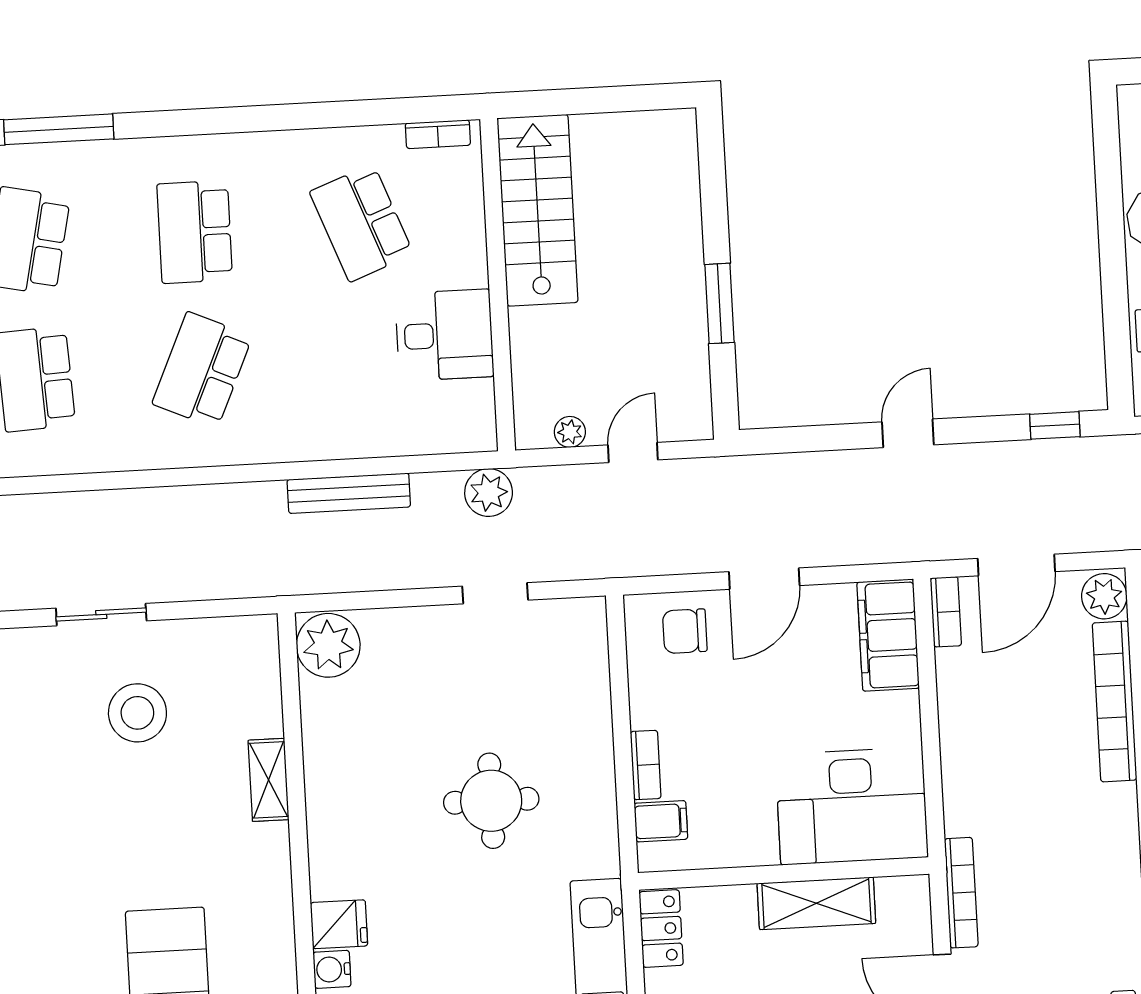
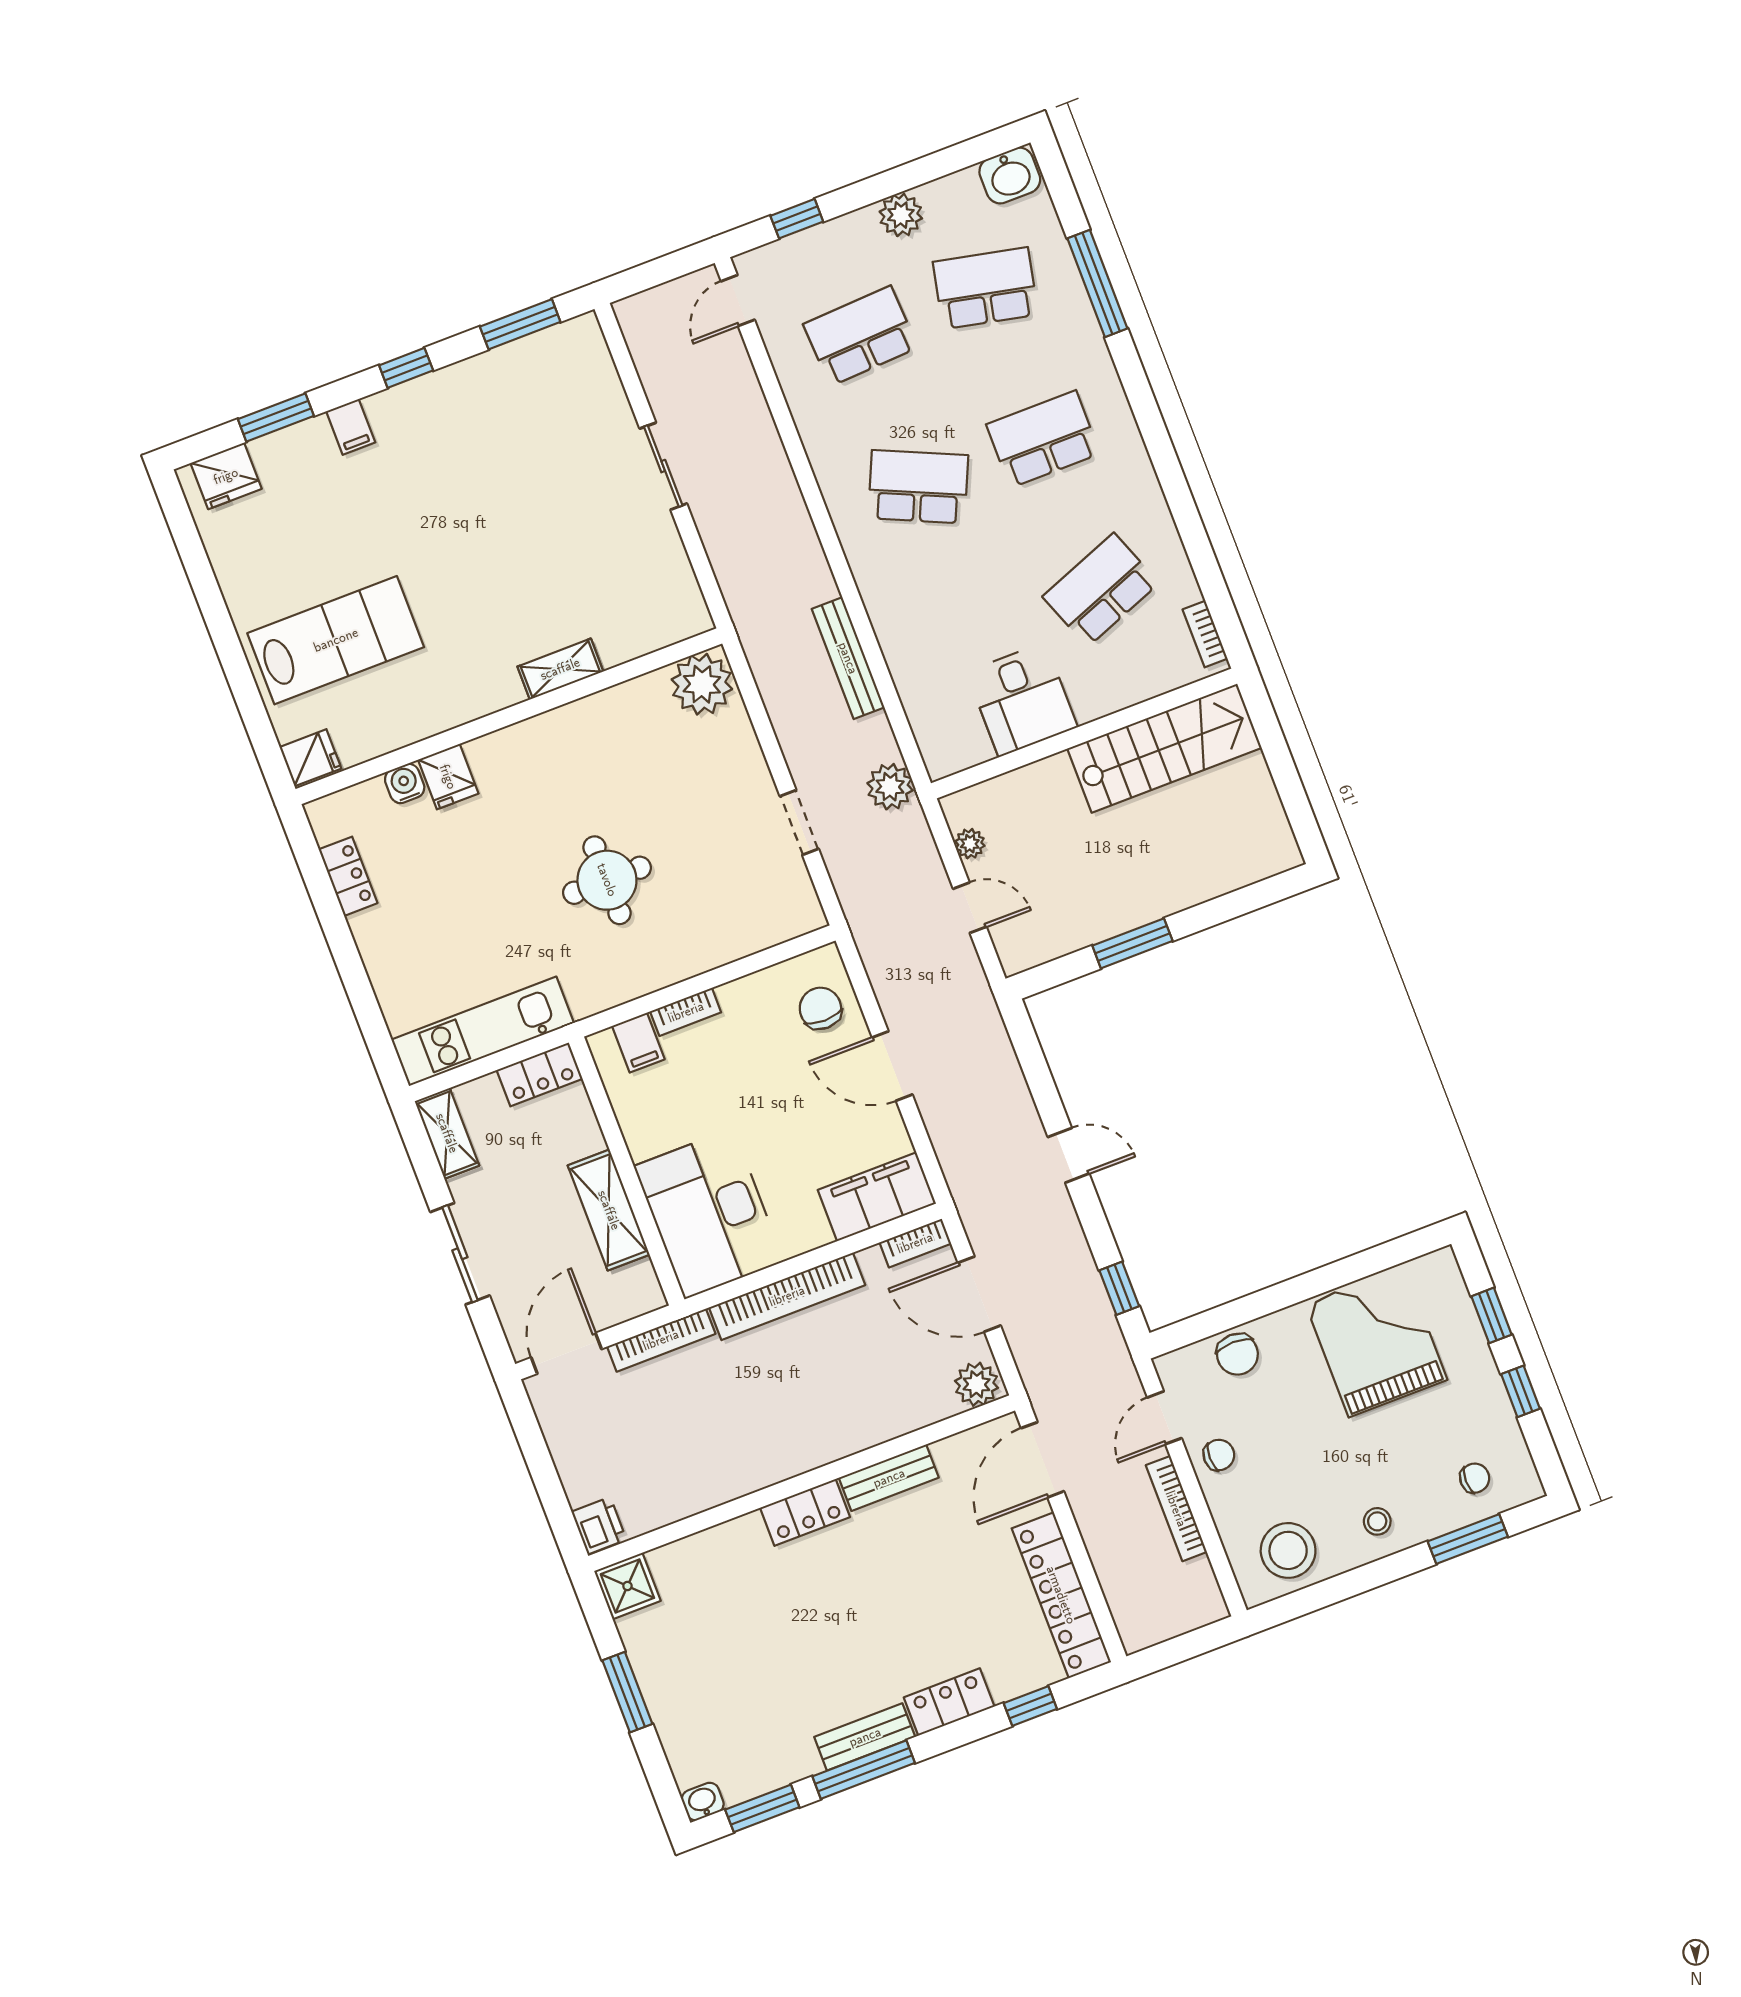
bookcase: (1115, 701) -> (787, 1296), moved, turned 180
stool: (137, 713) -> (583, 528), removed

